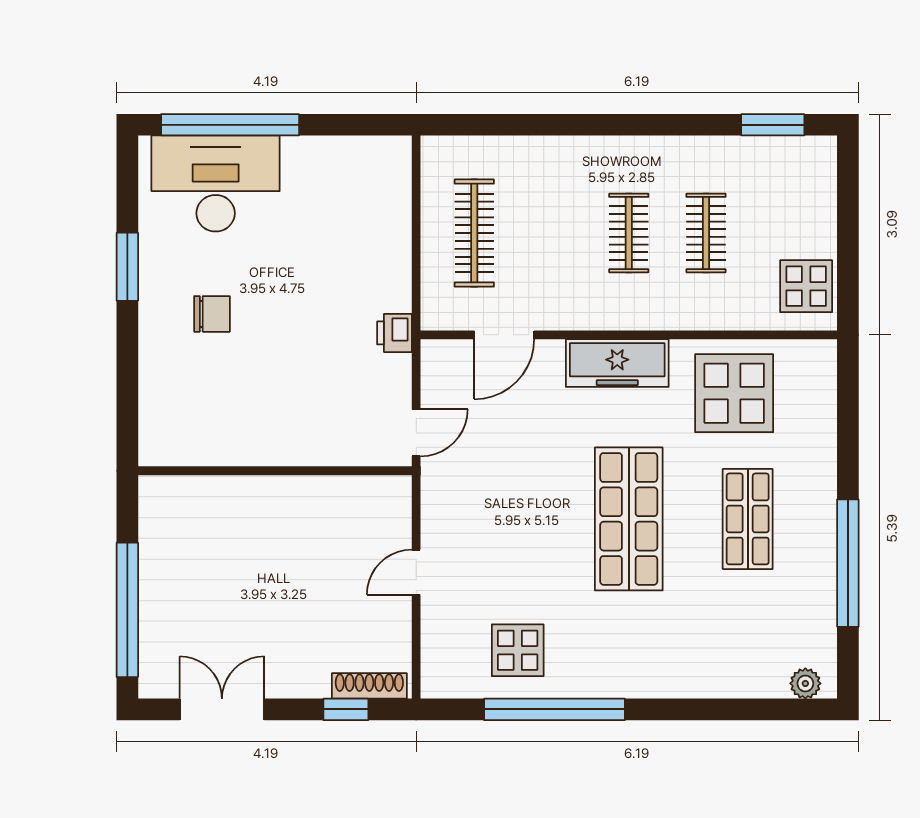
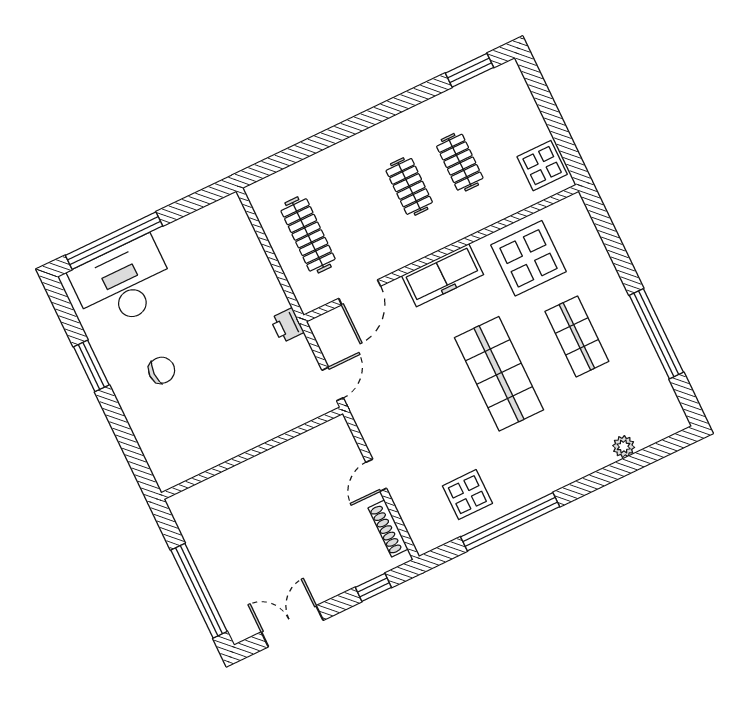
plant: (805, 683) -> (624, 447), moved
shoe rack: (369, 686) -> (388, 529), moved, turned -90

